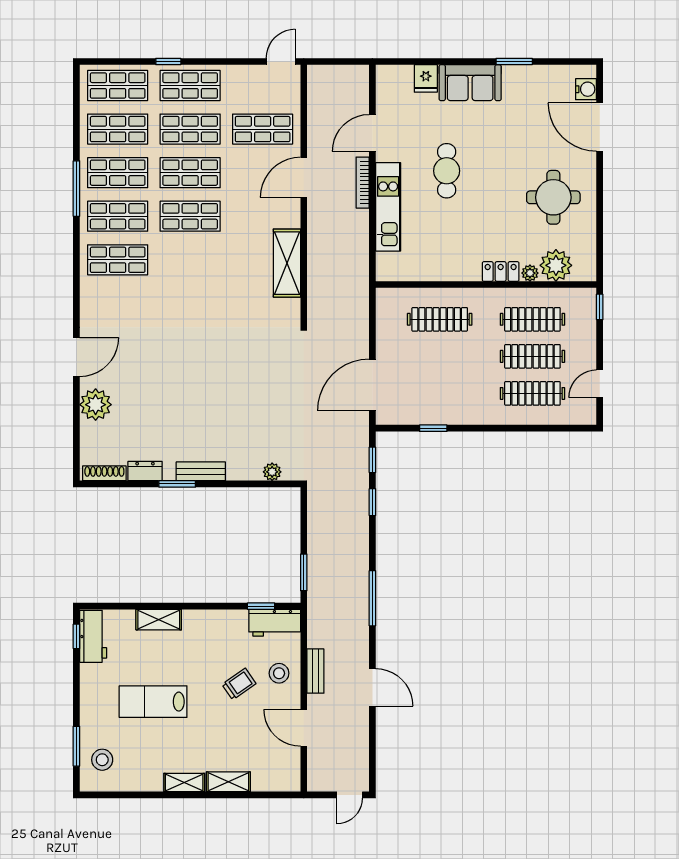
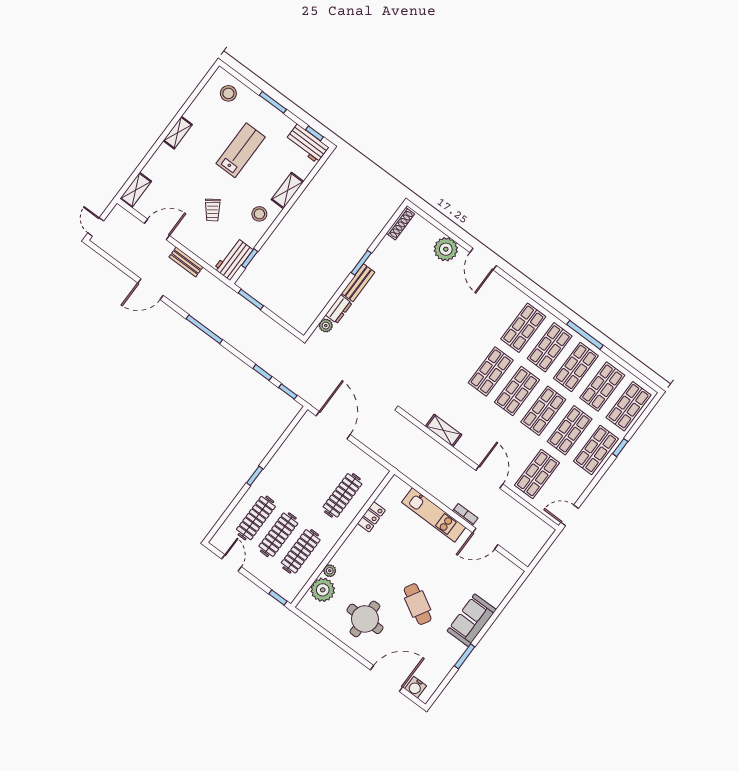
door: (281, 61) -> (570, 515), swing flipped
fridge: (426, 78) -> (494, 595), removed
door: (372, 133) -> (485, 539), swing flipped
cafe table: (447, 171) -> (418, 604), moved, turned 30
bookcase: (363, 183) -> (465, 515), width x0.64
shop shelf: (190, 260) -> (491, 371), added
shelving: (287, 263) -> (444, 431), width x0.67, depth x0.75
locker: (501, 271) -> (371, 517), moved
window: (433, 428) -> (255, 476), moved
dresser: (145, 471) -> (339, 309), moved
stool: (279, 673) -> (259, 214), moved
window: (76, 746) -> (273, 102), moved
shelving: (228, 782) -> (136, 190), moved

